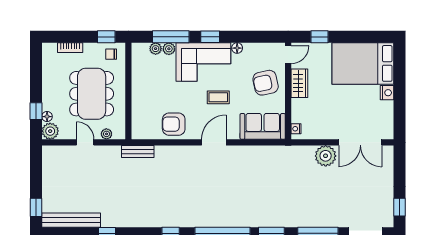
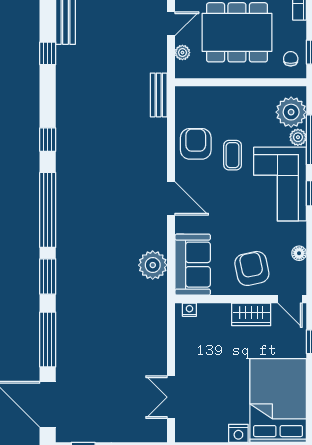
floor lamp: (237, 48) -> (299, 253), moved
plant: (156, 49) -> (291, 112), width x1.87, depth x1.87
coffee table: (218, 97) -> (233, 155), moved
double door: (360, 142) -> (171, 397), width x0.73
plant: (326, 156) -> (153, 265), moved

